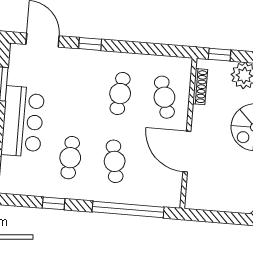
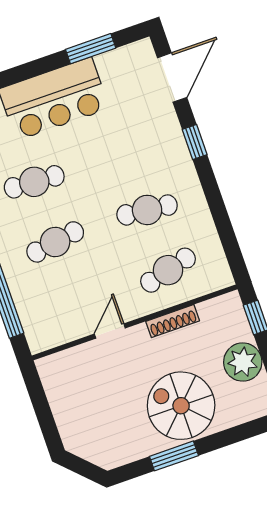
shoe rack: (200, 87) -> (173, 321), moved
door: (187, 152) -> (110, 331), width x0.53

